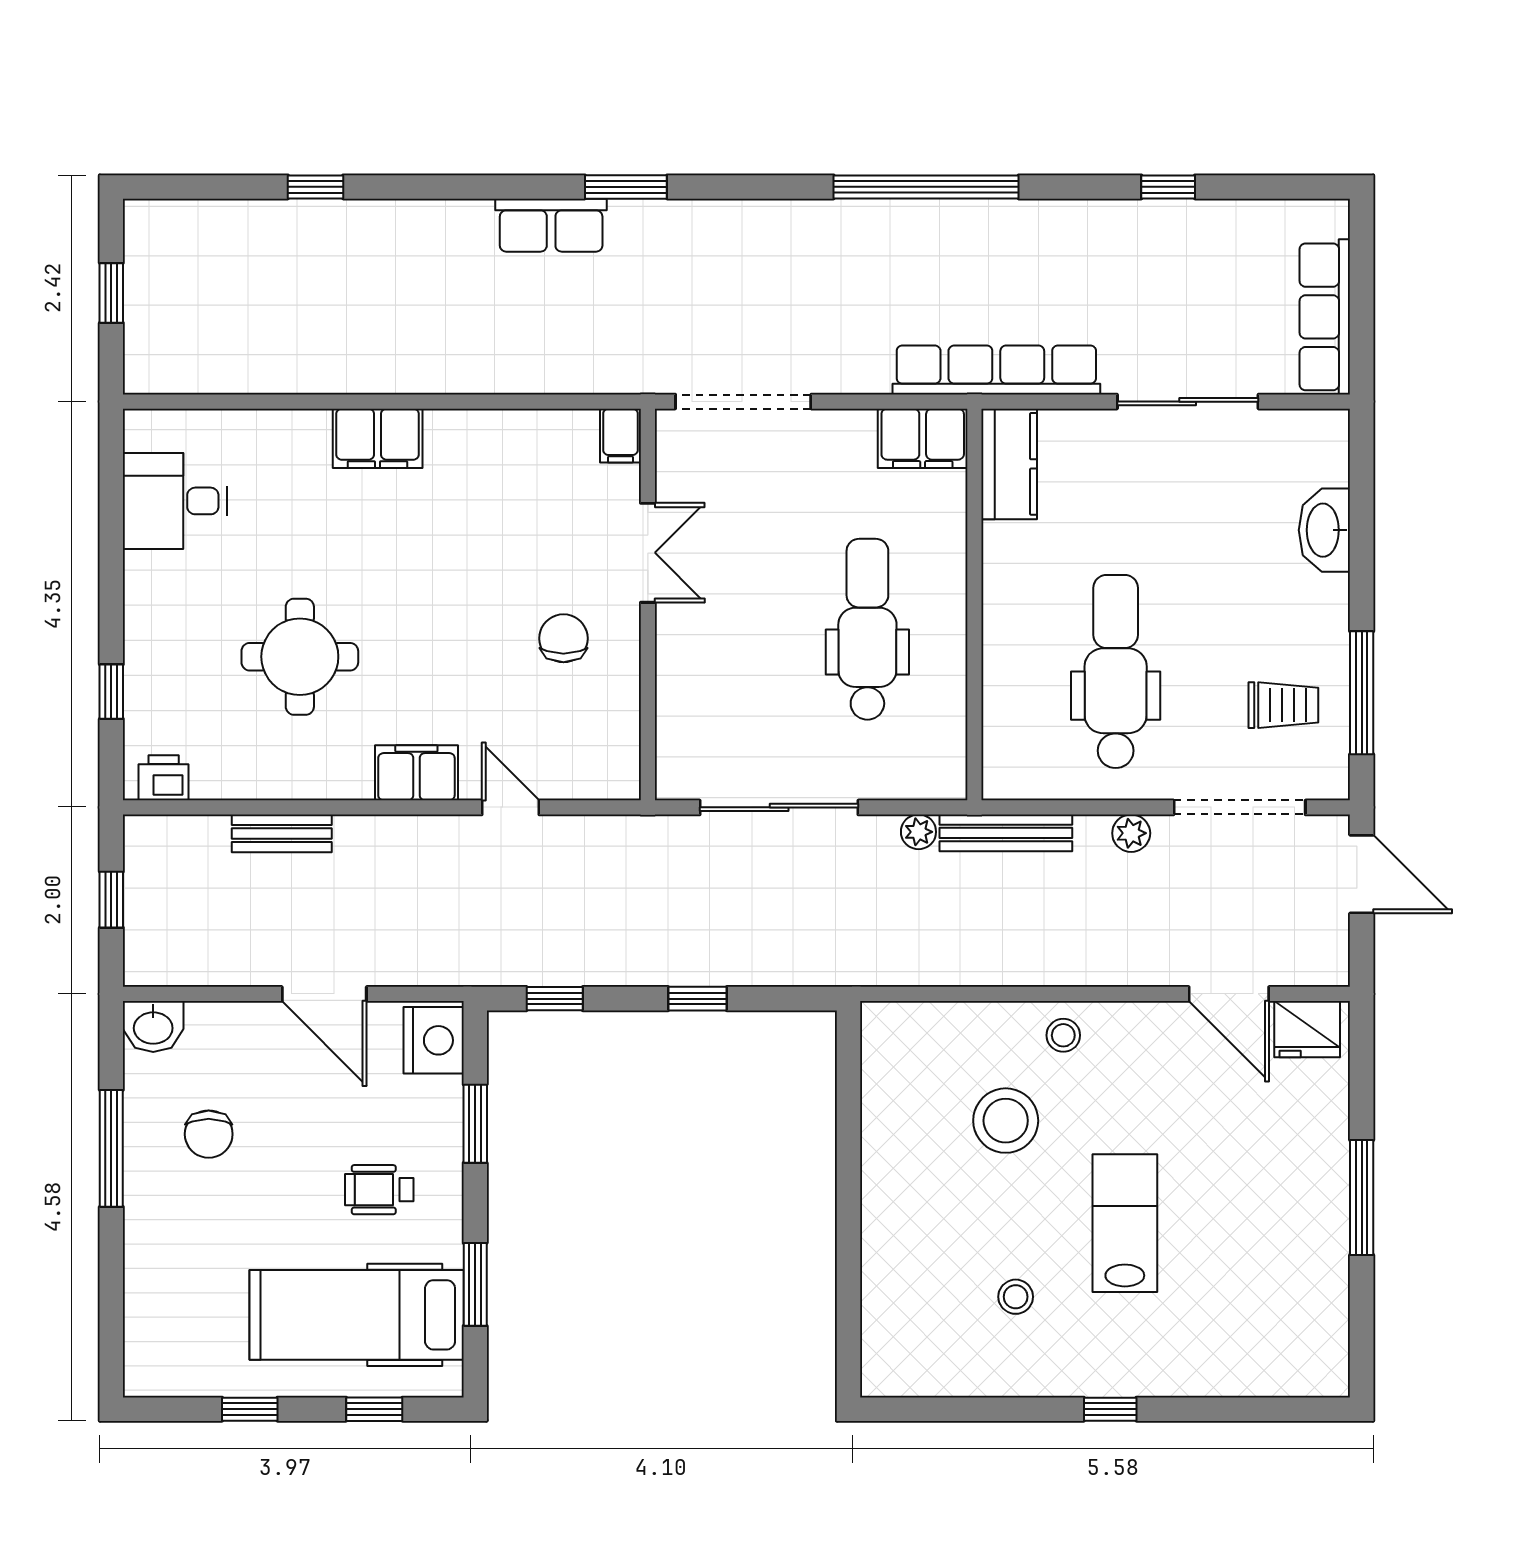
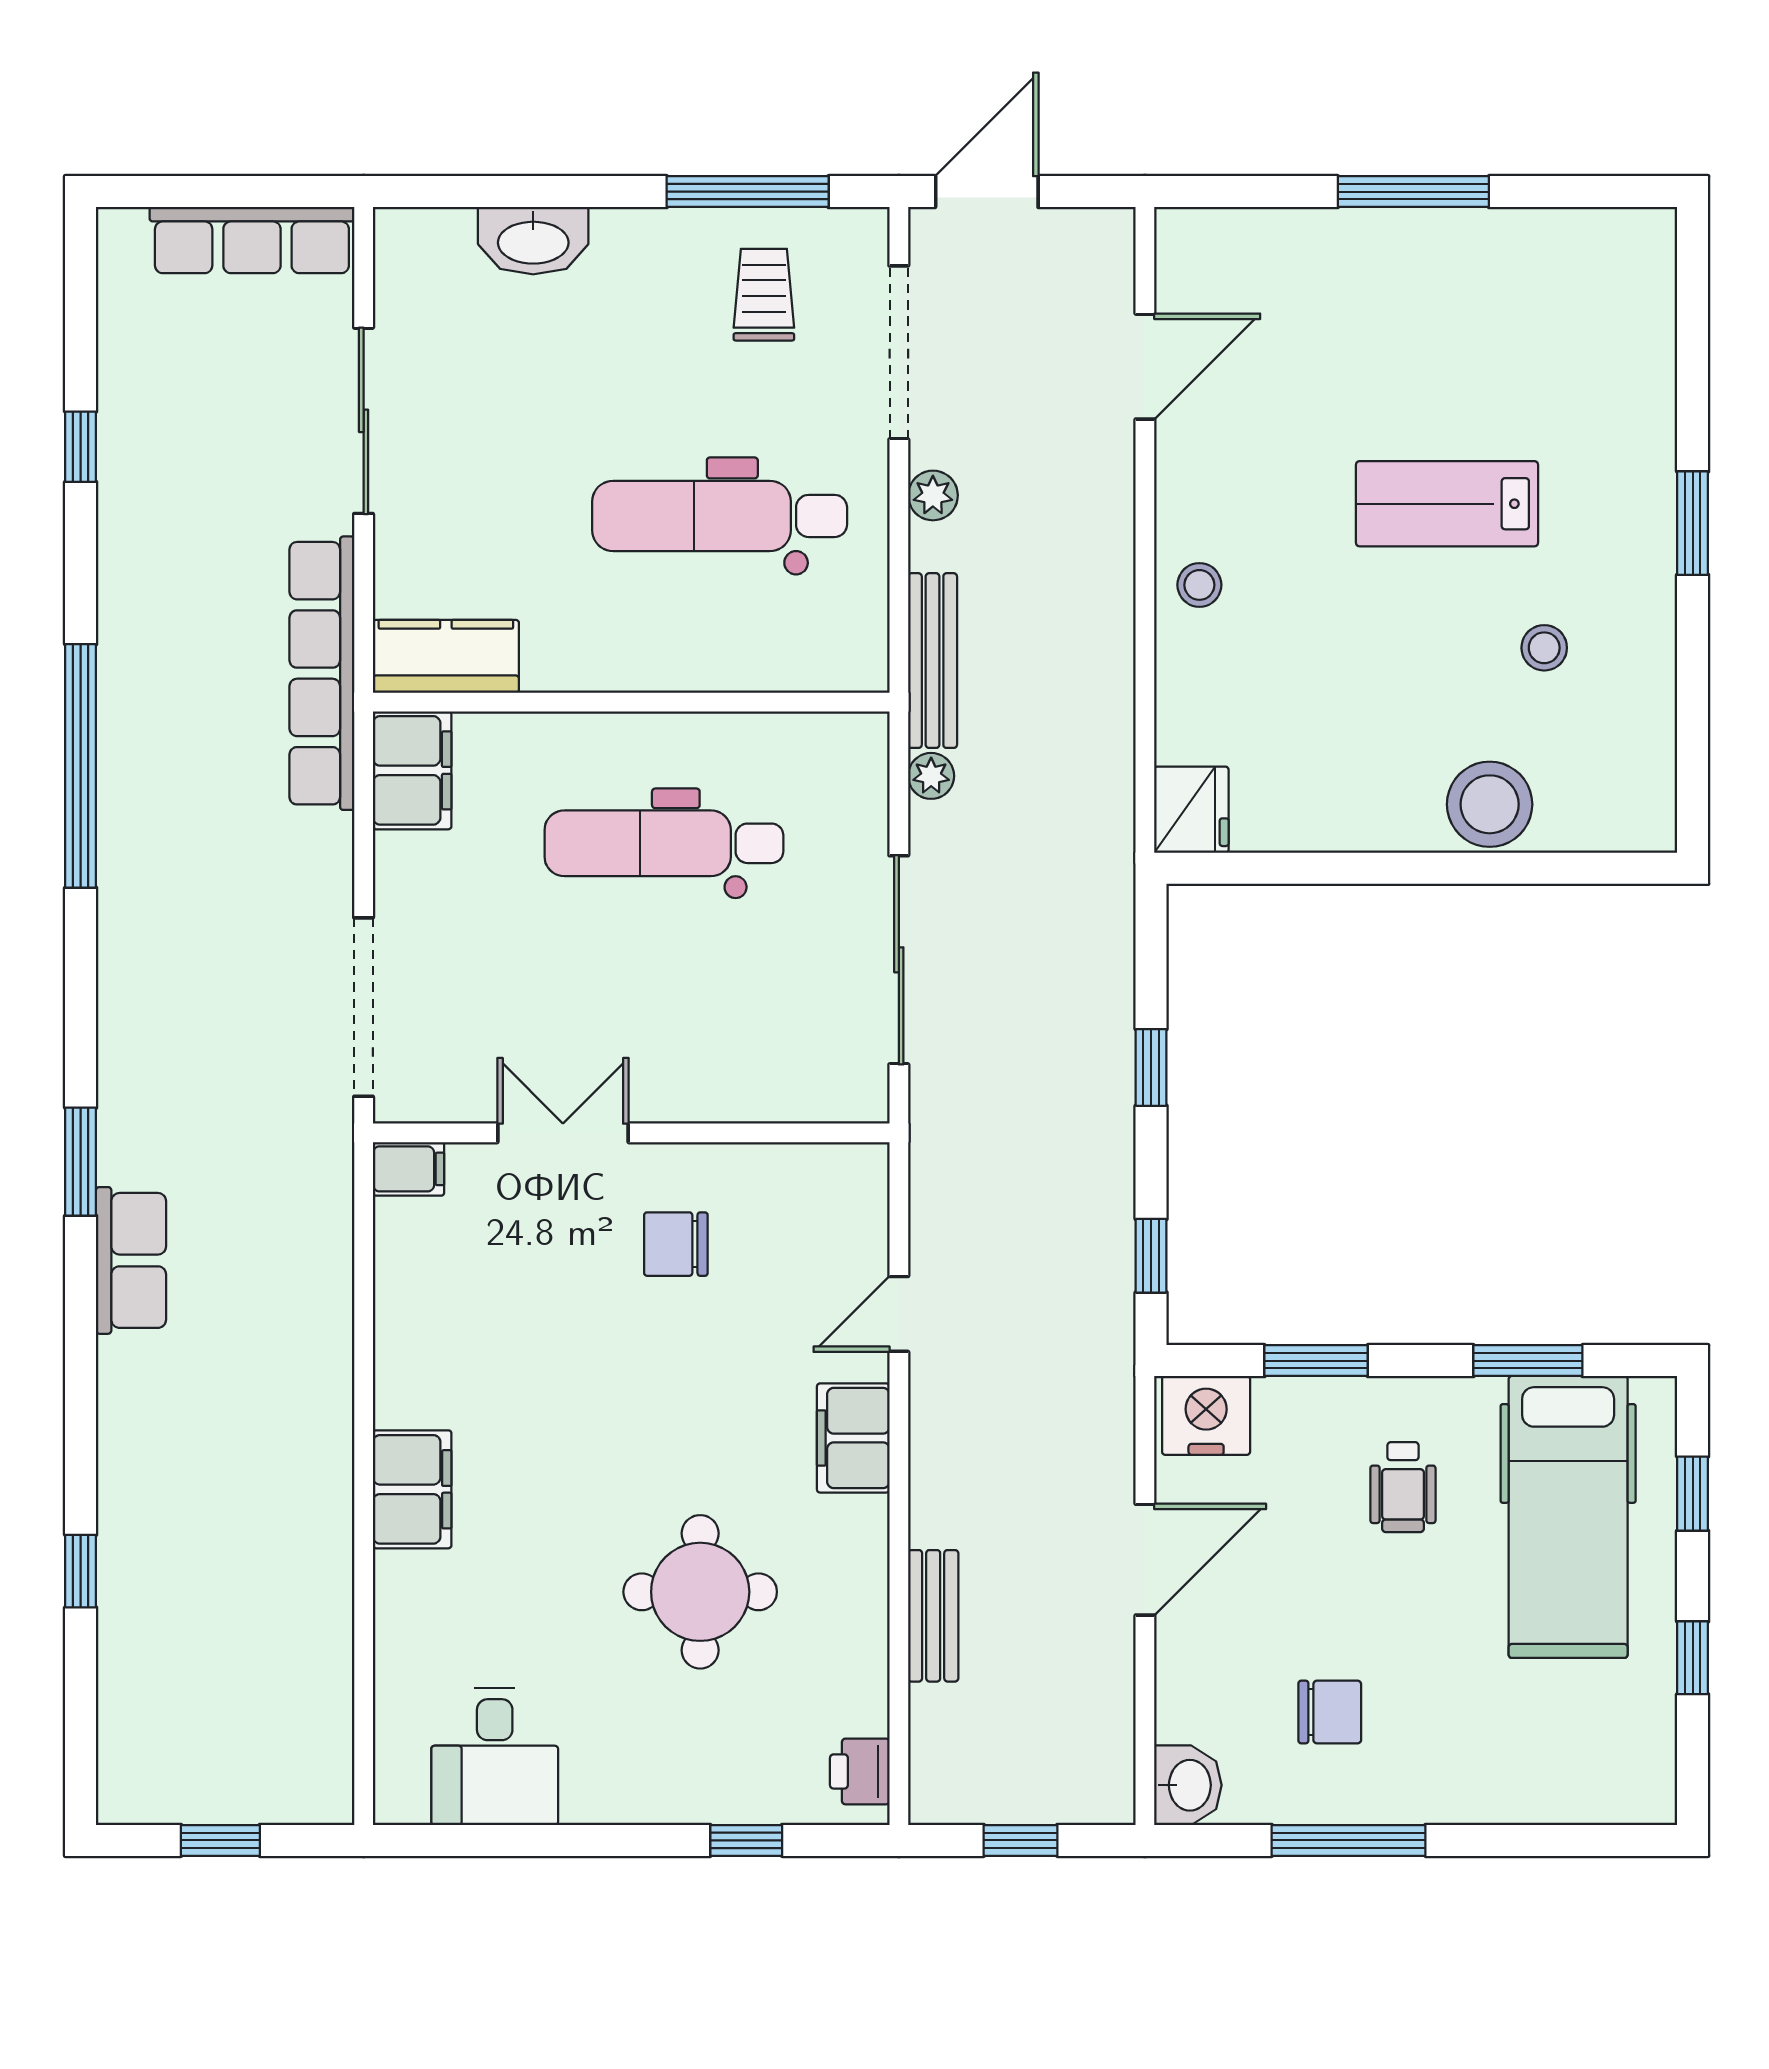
fridge: (1307, 1029) -> (1191, 810), moved
stool: (1006, 1121) -> (1490, 804), moved
window: (1110, 1409) -> (1693, 523), width x1.50

